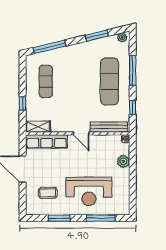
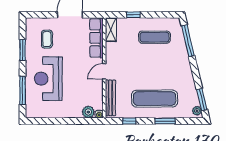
window: (97, 36) -> (202, 100), moved
window: (133, 70) -> (165, 121), width x0.69
plant: (123, 161) -> (88, 112), moved

